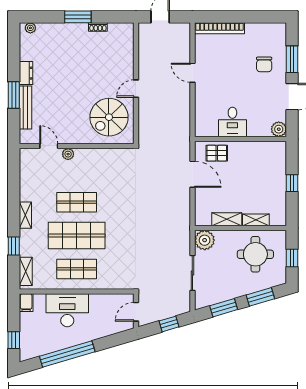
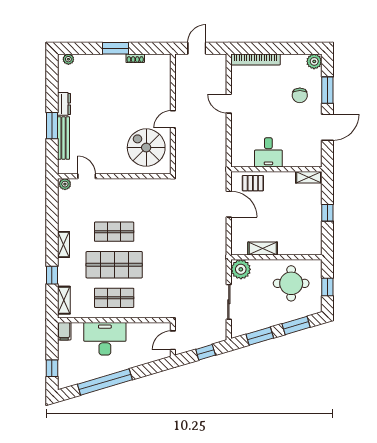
spiral stairs: (109, 117) -> (146, 148), turned 90
plant: (279, 129) -> (314, 61), moved
plant: (68, 154) -> (65, 184), moved
shelving: (256, 220) -> (309, 177), moved

